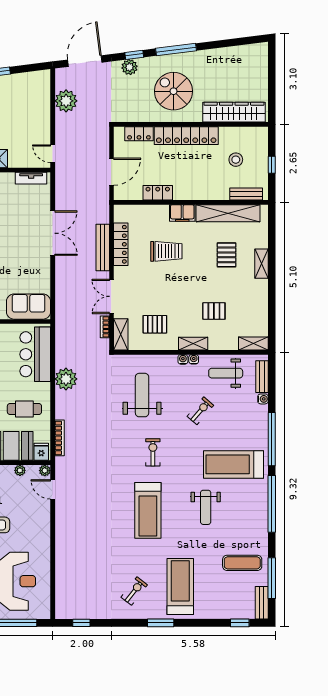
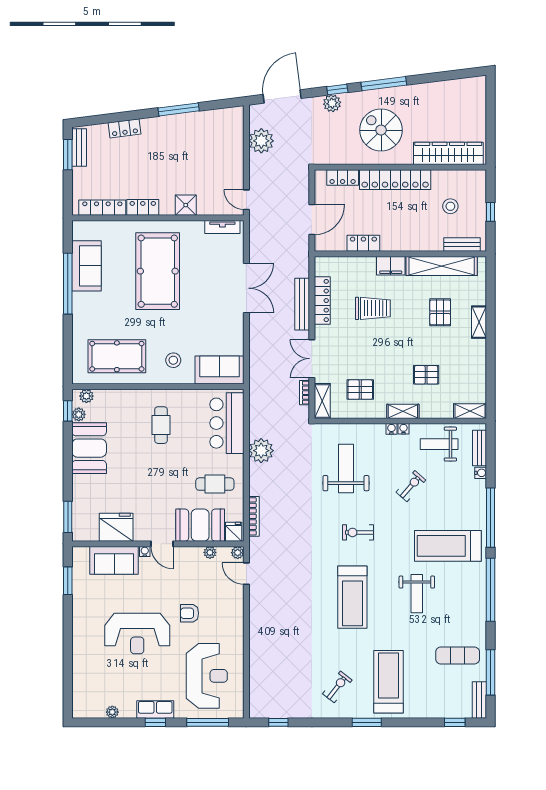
exercise bike: (153, 452) -> (358, 532), turned -90

